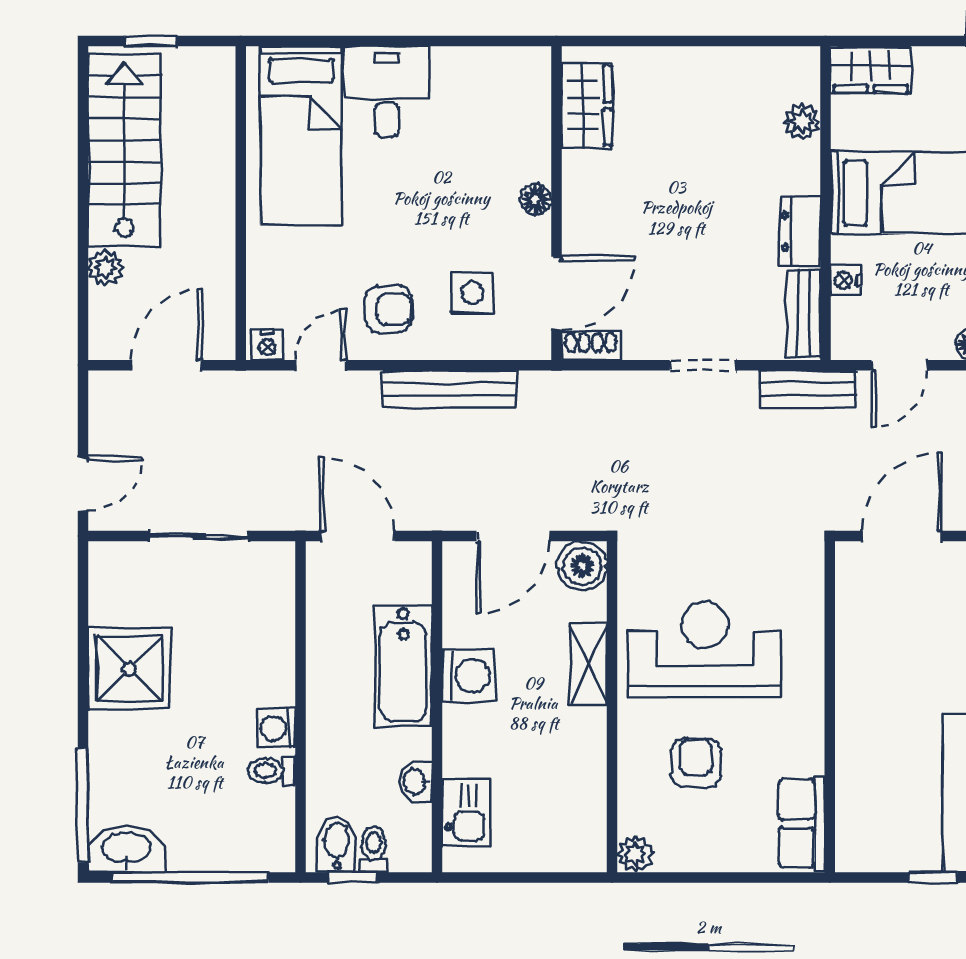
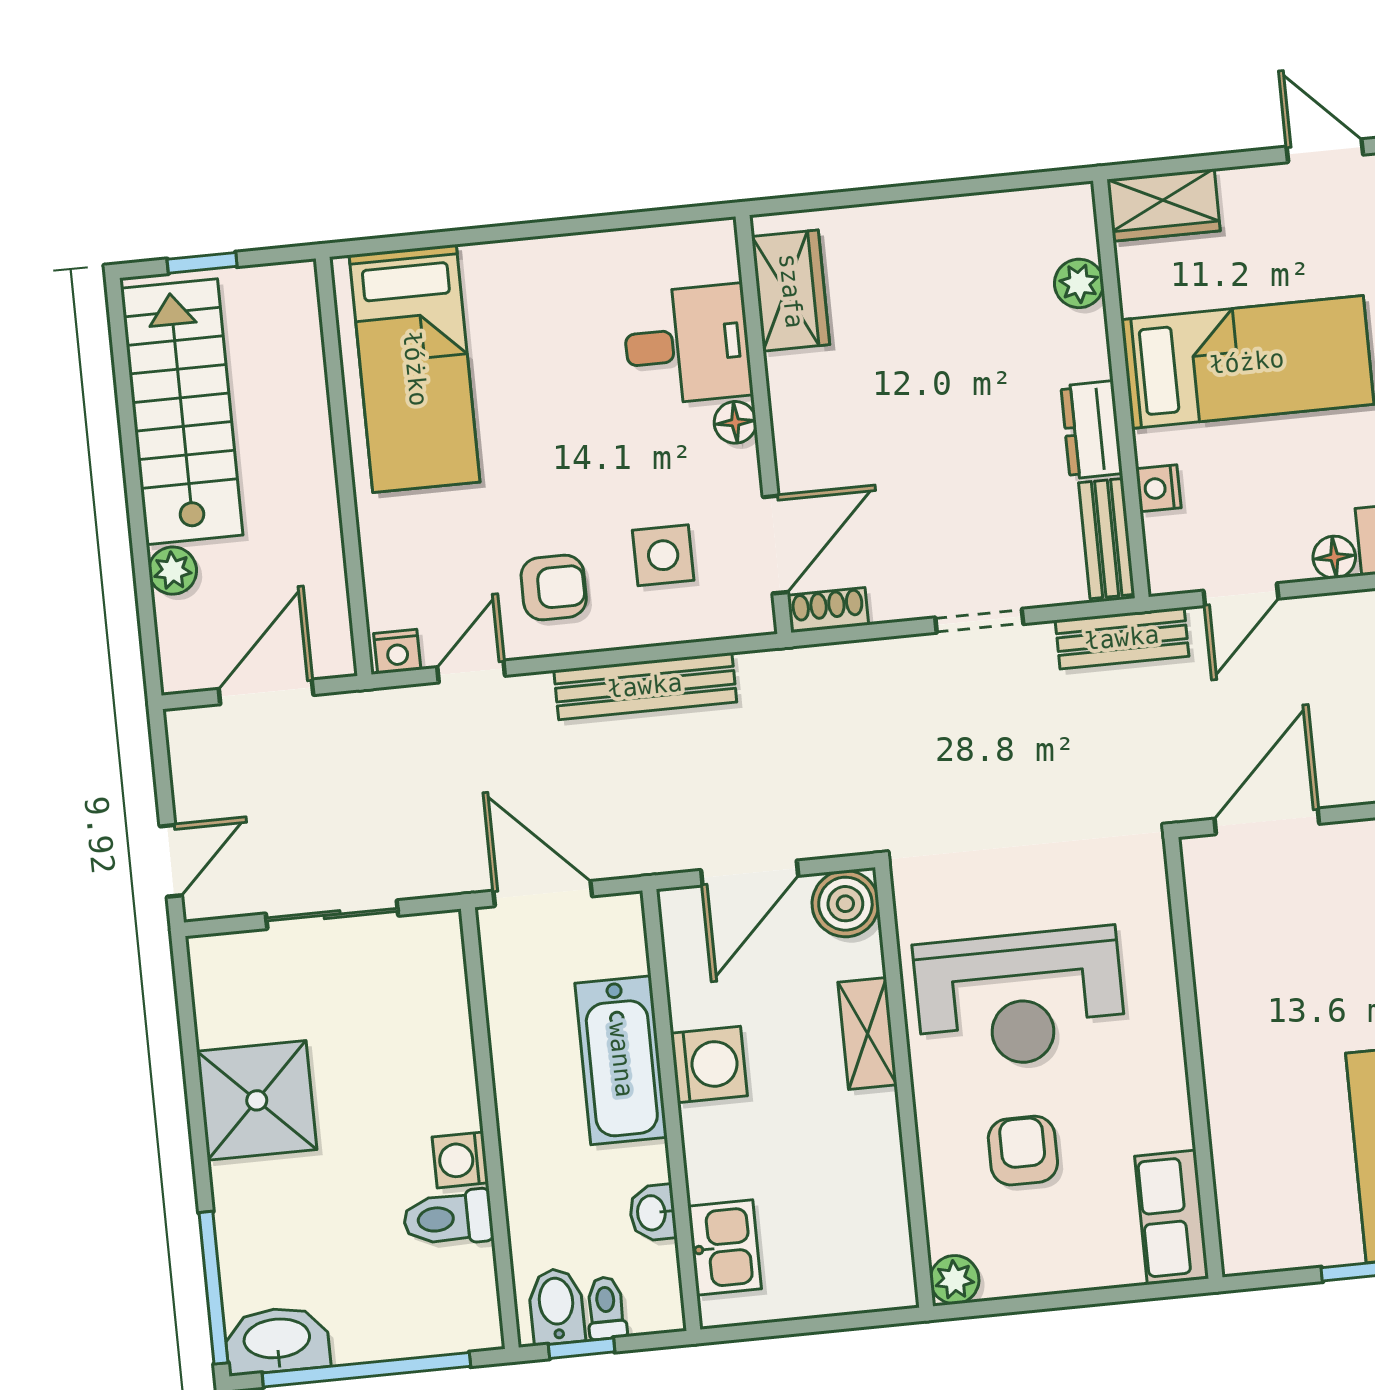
desk: (387, 92) -> (687, 345), moved, turned 90
reception desk: (705, 650) -> (1020, 998), turned 180
toilet: (272, 771) -> (448, 1218), width x1.37, depth x1.39

